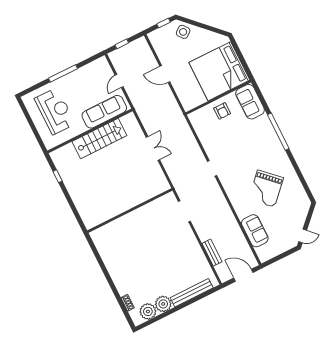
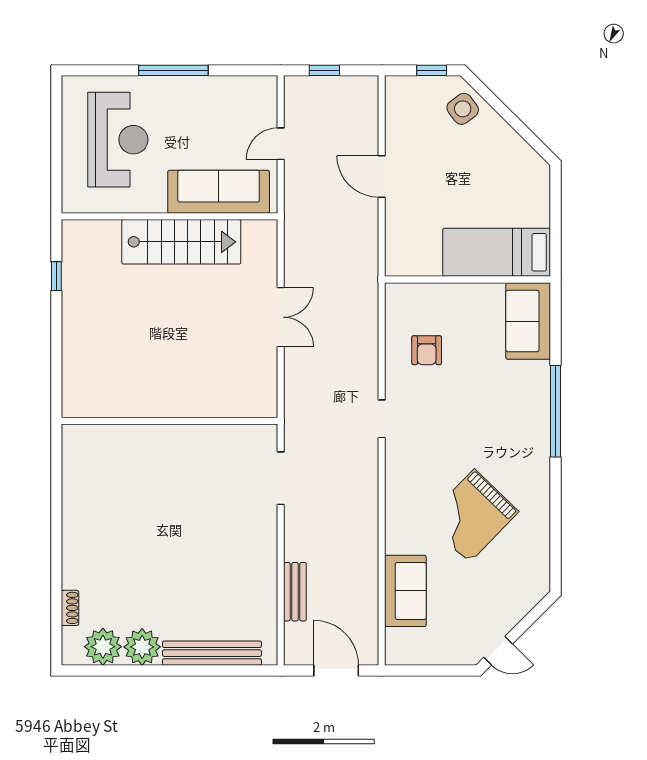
bed: (219, 71) -> (497, 252), width x0.49
armchair: (222, 111) -> (427, 350), moved

